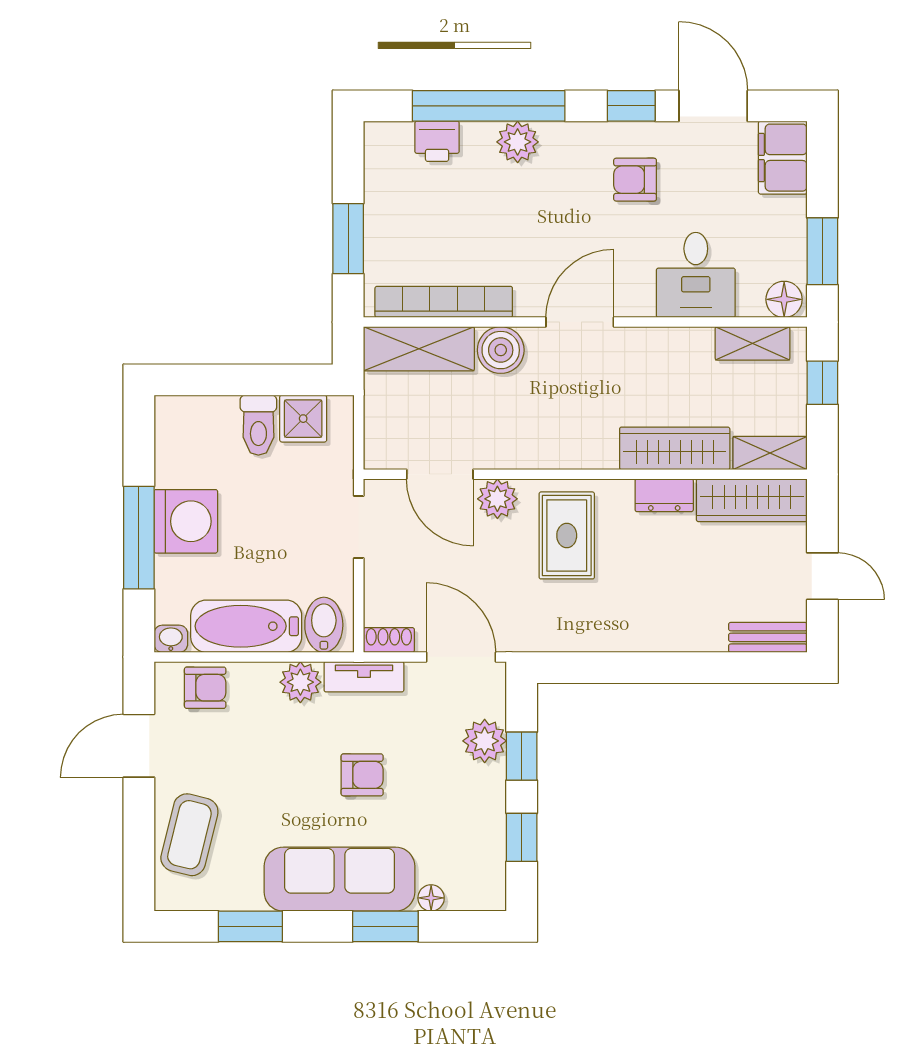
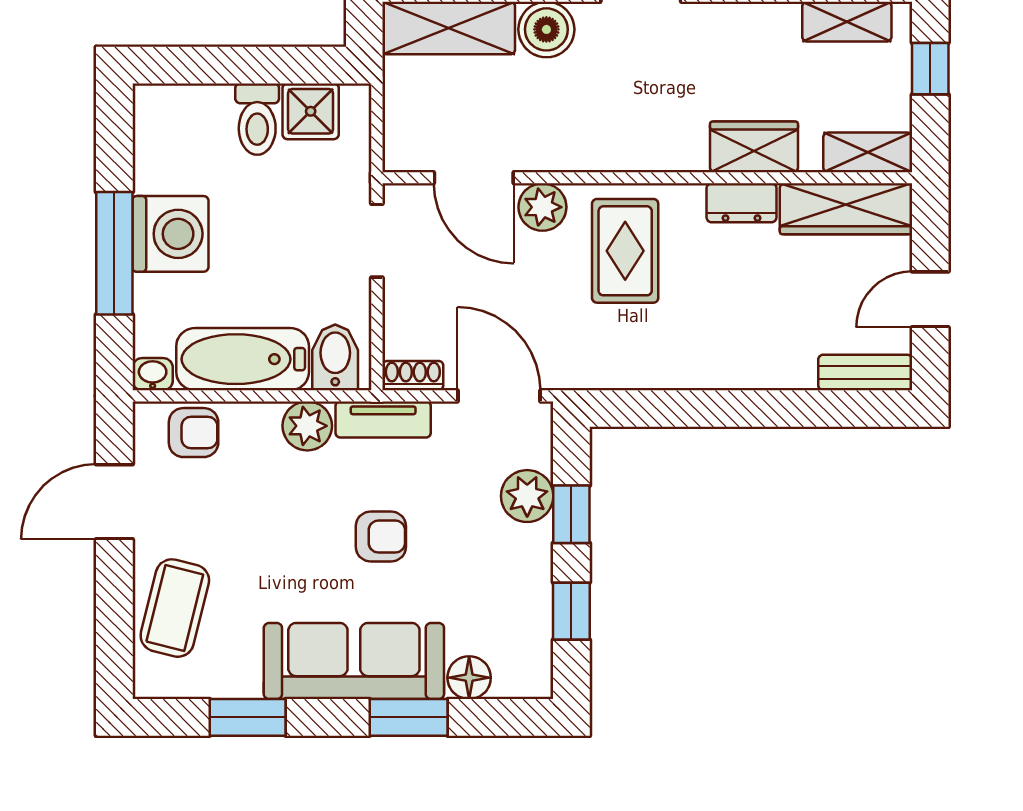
wardrobe: (675, 448) -> (754, 147), width x0.67
door: (822, 576) -> (930, 299), swing flipped
floor lamp: (431, 898) -> (469, 678), width x1.37, depth x1.37

